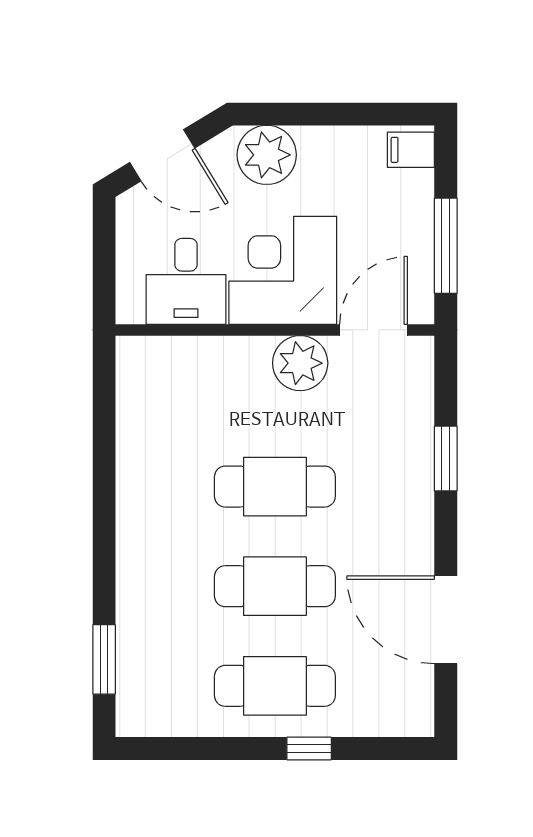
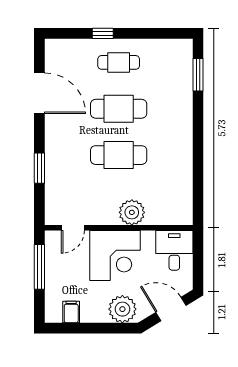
filing cabinet: (411, 150) -> (71, 312), moved, turned -90
desk: (186, 281) -> (174, 250), moved
door: (374, 330) -> (73, 228), width x0.73
plant: (300, 363) -> (132, 212), moved
cafe table: (275, 686) -> (119, 62), width x0.73, depth x0.74

